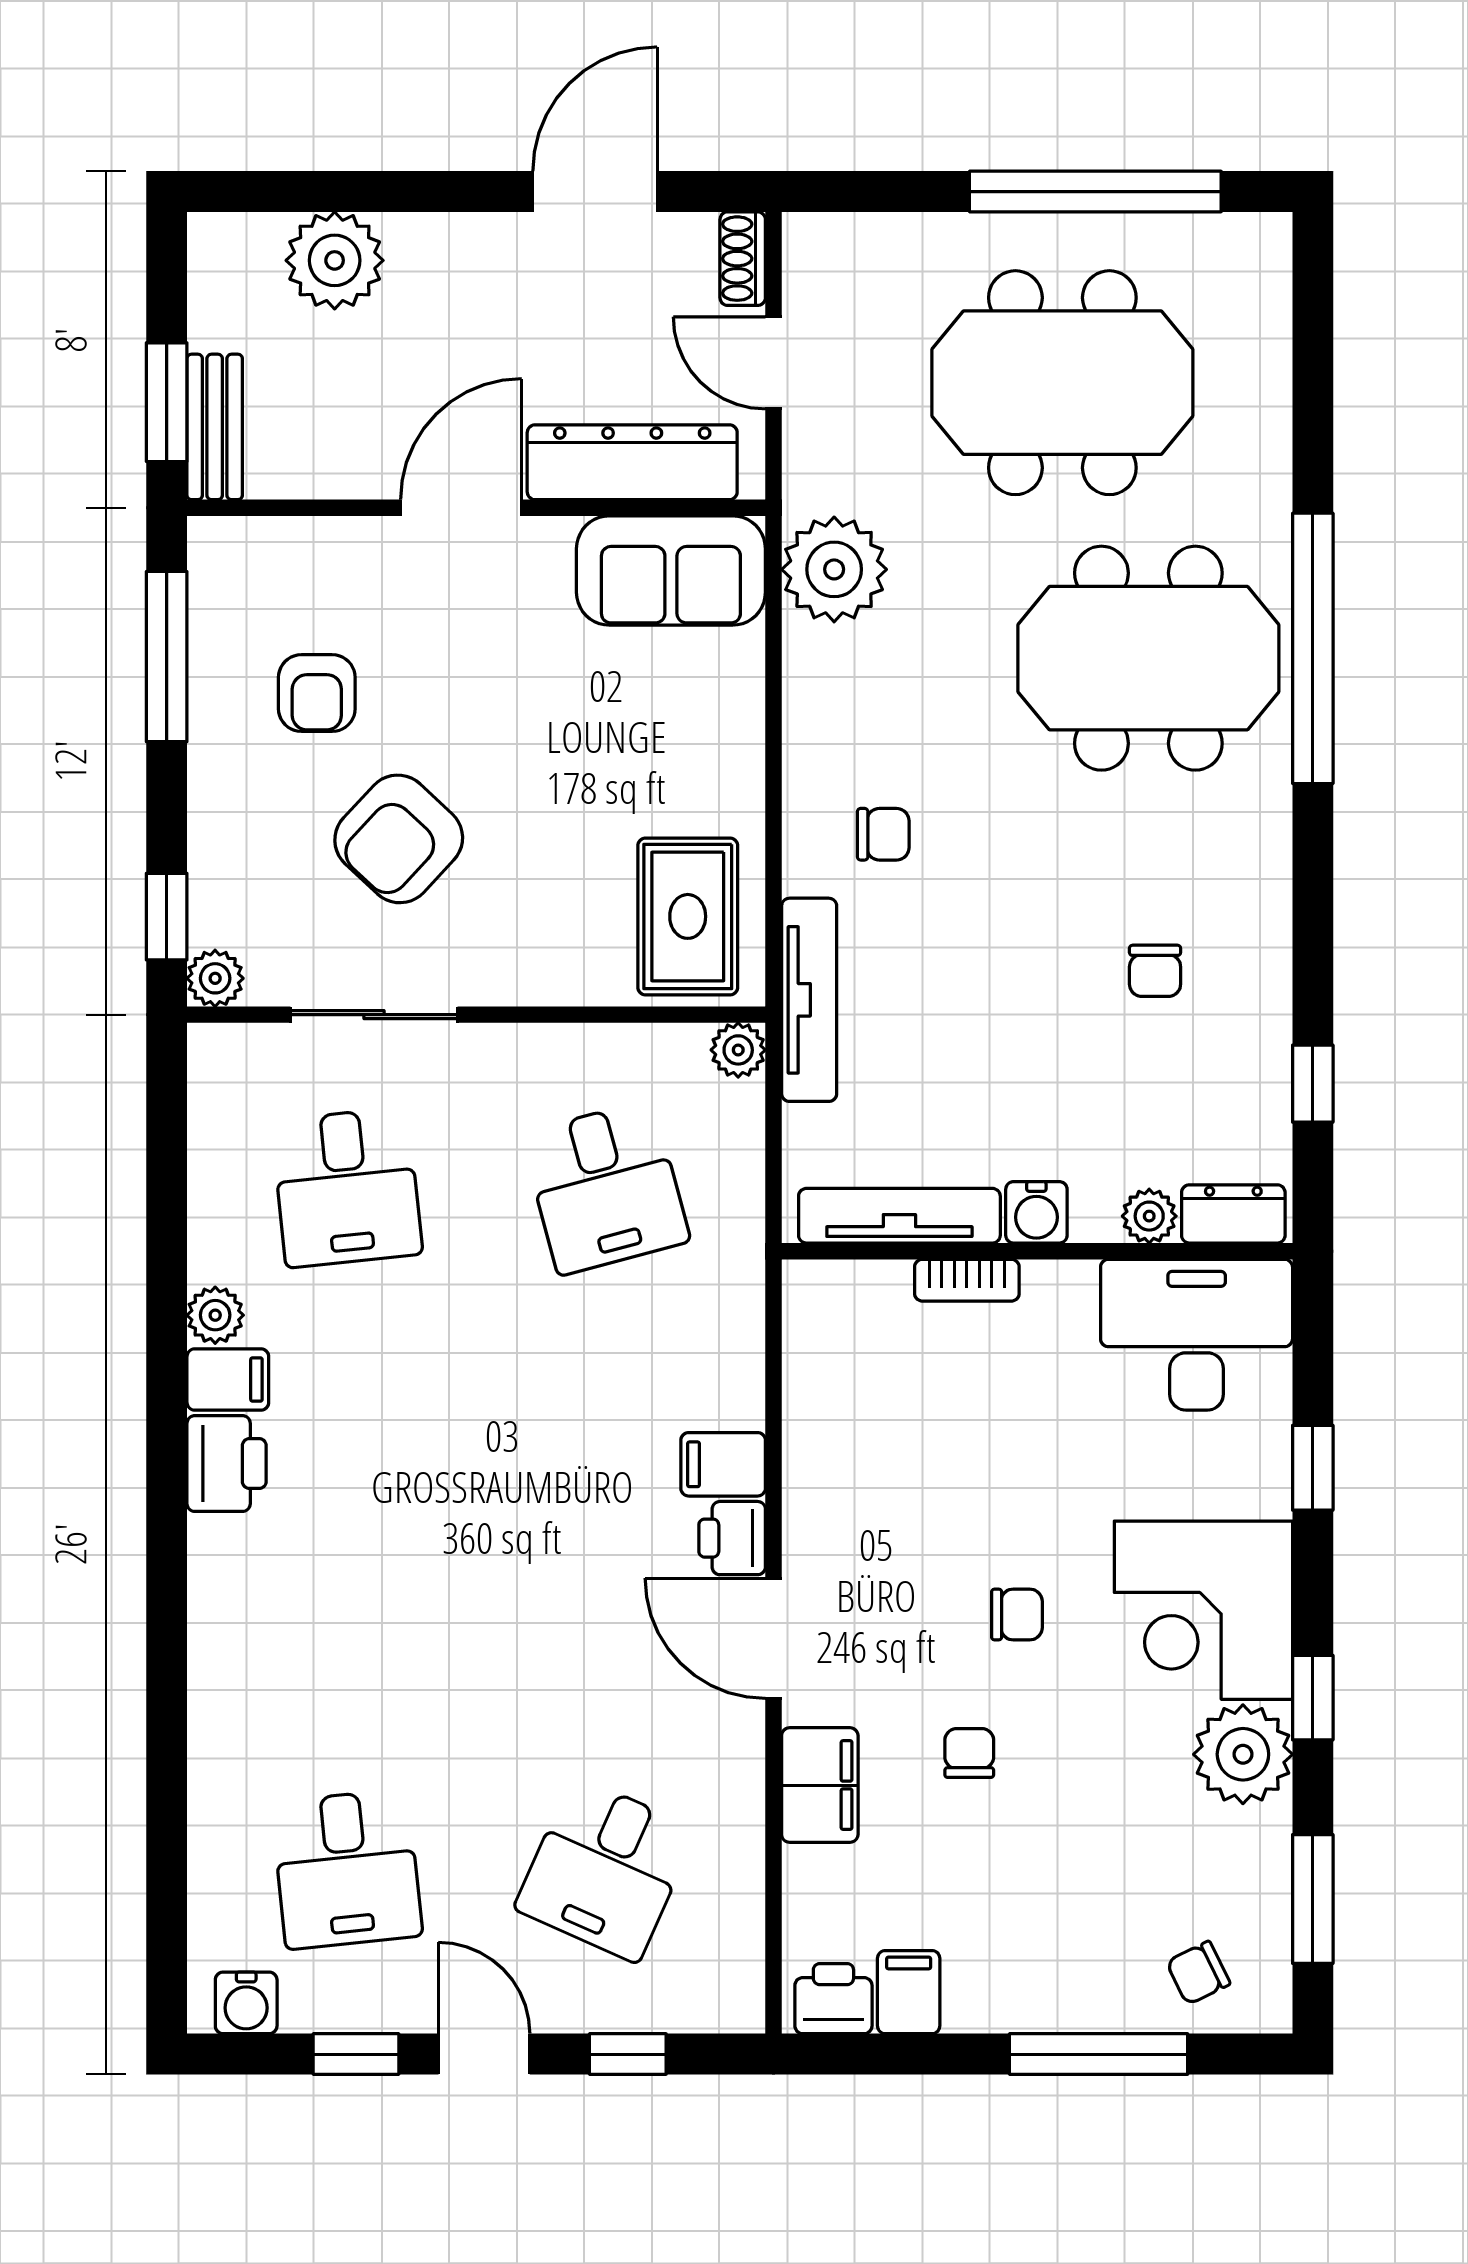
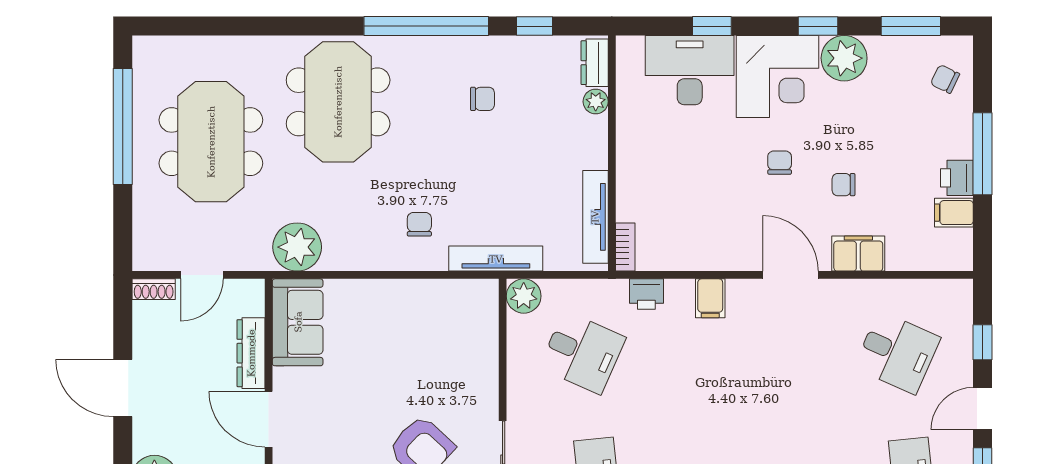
door: (595, 192) -> (123, 388), moved
dresser: (632, 462) -> (251, 353), width x0.73, depth x0.80
window: (1313, 648) -> (426, 26), moved
rug: (688, 916) -> (457, 315), removed
plant: (738, 1050) -> (524, 296), width x1.38, depth x1.38
desk: (606, 1187) -> (582, 353), turned 39
water cooler: (1036, 1212) -> (594, 154), removed
bookcase: (967, 1280) -> (625, 247), moved
desk: (1197, 1335) -> (690, 70), moved, turned 90
printer: (732, 1538) -> (646, 294), moved
door: (774, 1638) -> (791, 275), swing flipped
chair: (1198, 1973) -> (945, 79), turned 142
printer: (833, 1999) -> (957, 178), moved
window: (1099, 2054) -> (982, 154), moved

